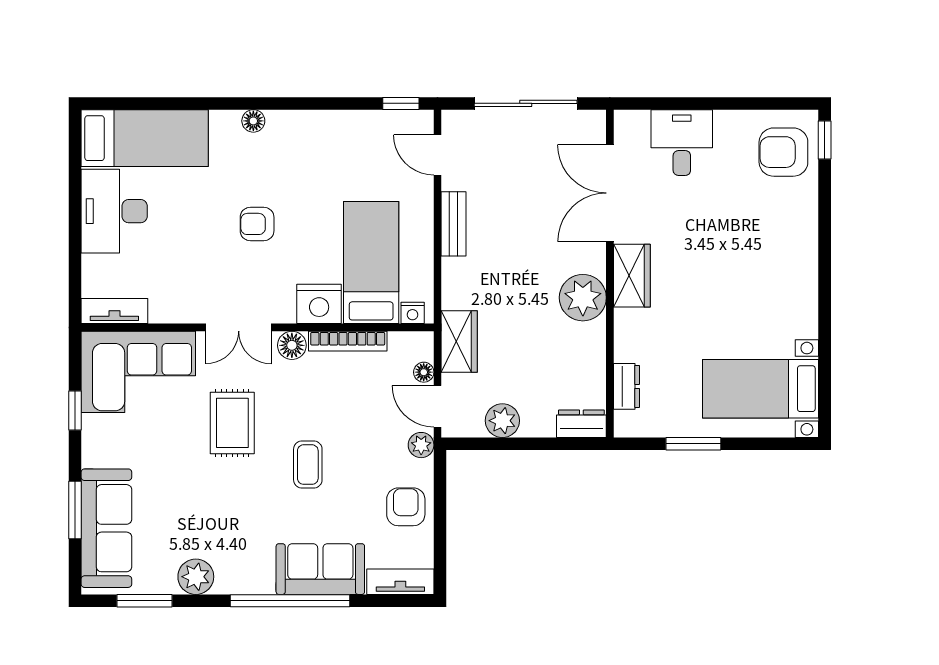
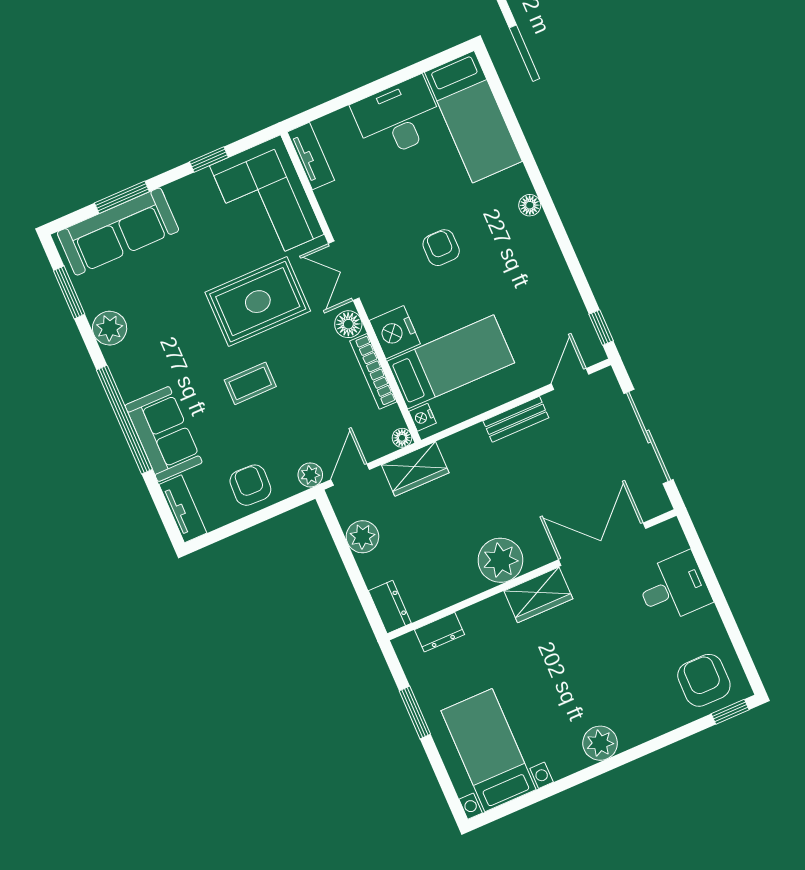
plant: (800, 278) -> (600, 743), added
floor lamp: (424, 372) -> (402, 438), moved
rug: (232, 423) -> (258, 302), width x1.36, depth x1.43
armchair: (406, 507) -> (250, 485), turned -88

